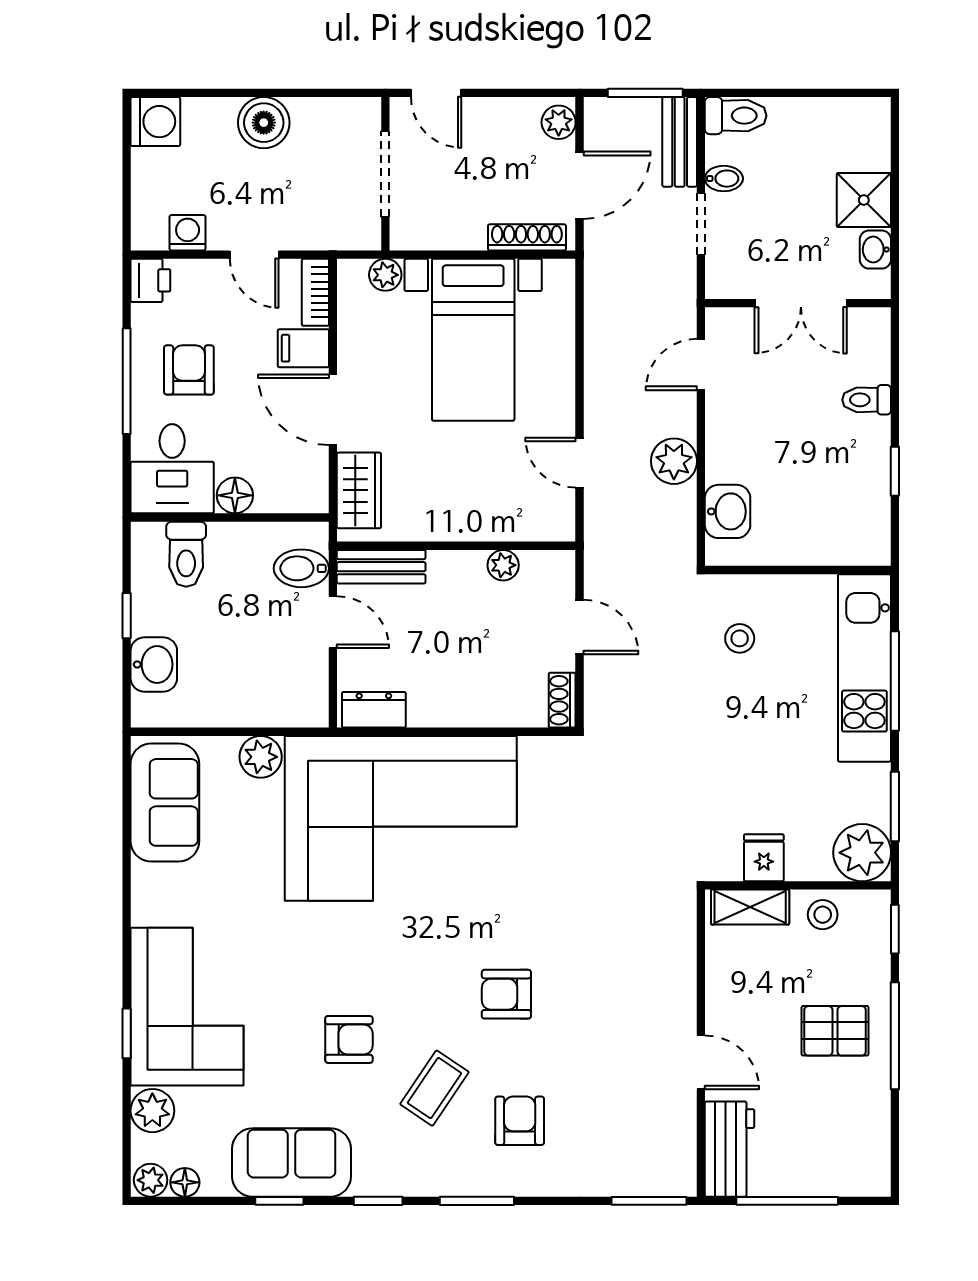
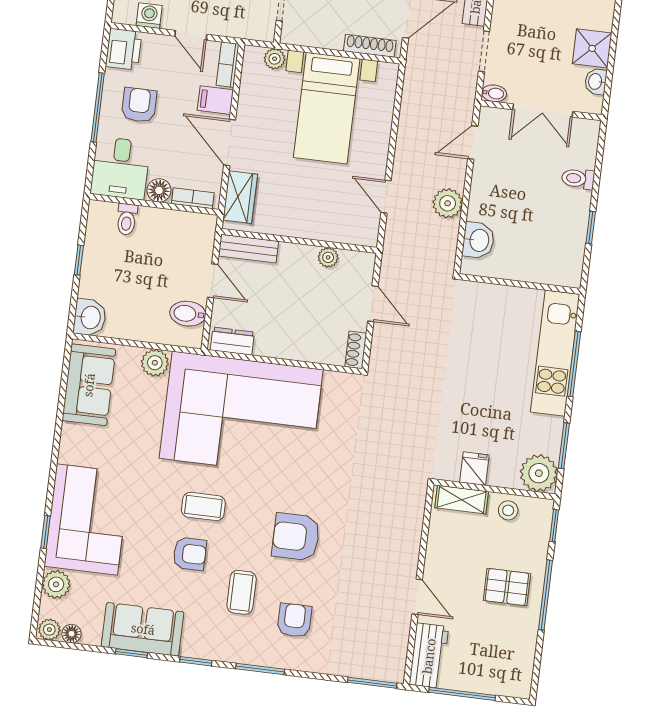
bidet: (724, 179) -> (494, 93), moved
printer: (150, 280) -> (124, 49), width x1.36, depth x1.24
bookcase: (287, 501) -> (193, 198), added
toilet: (186, 554) -> (127, 219), width x0.73, depth x0.72
bidet: (301, 568) -> (188, 314), moved
stool: (740, 638) -> (476, 324), removed
washbasin: (154, 664) -> (90, 317), moved
coffee table: (361, 965) -> (203, 506), added
armchair: (506, 994) -> (296, 537), width x1.38, depth x1.38
coffee table: (434, 1088) -> (242, 592), turned -34

